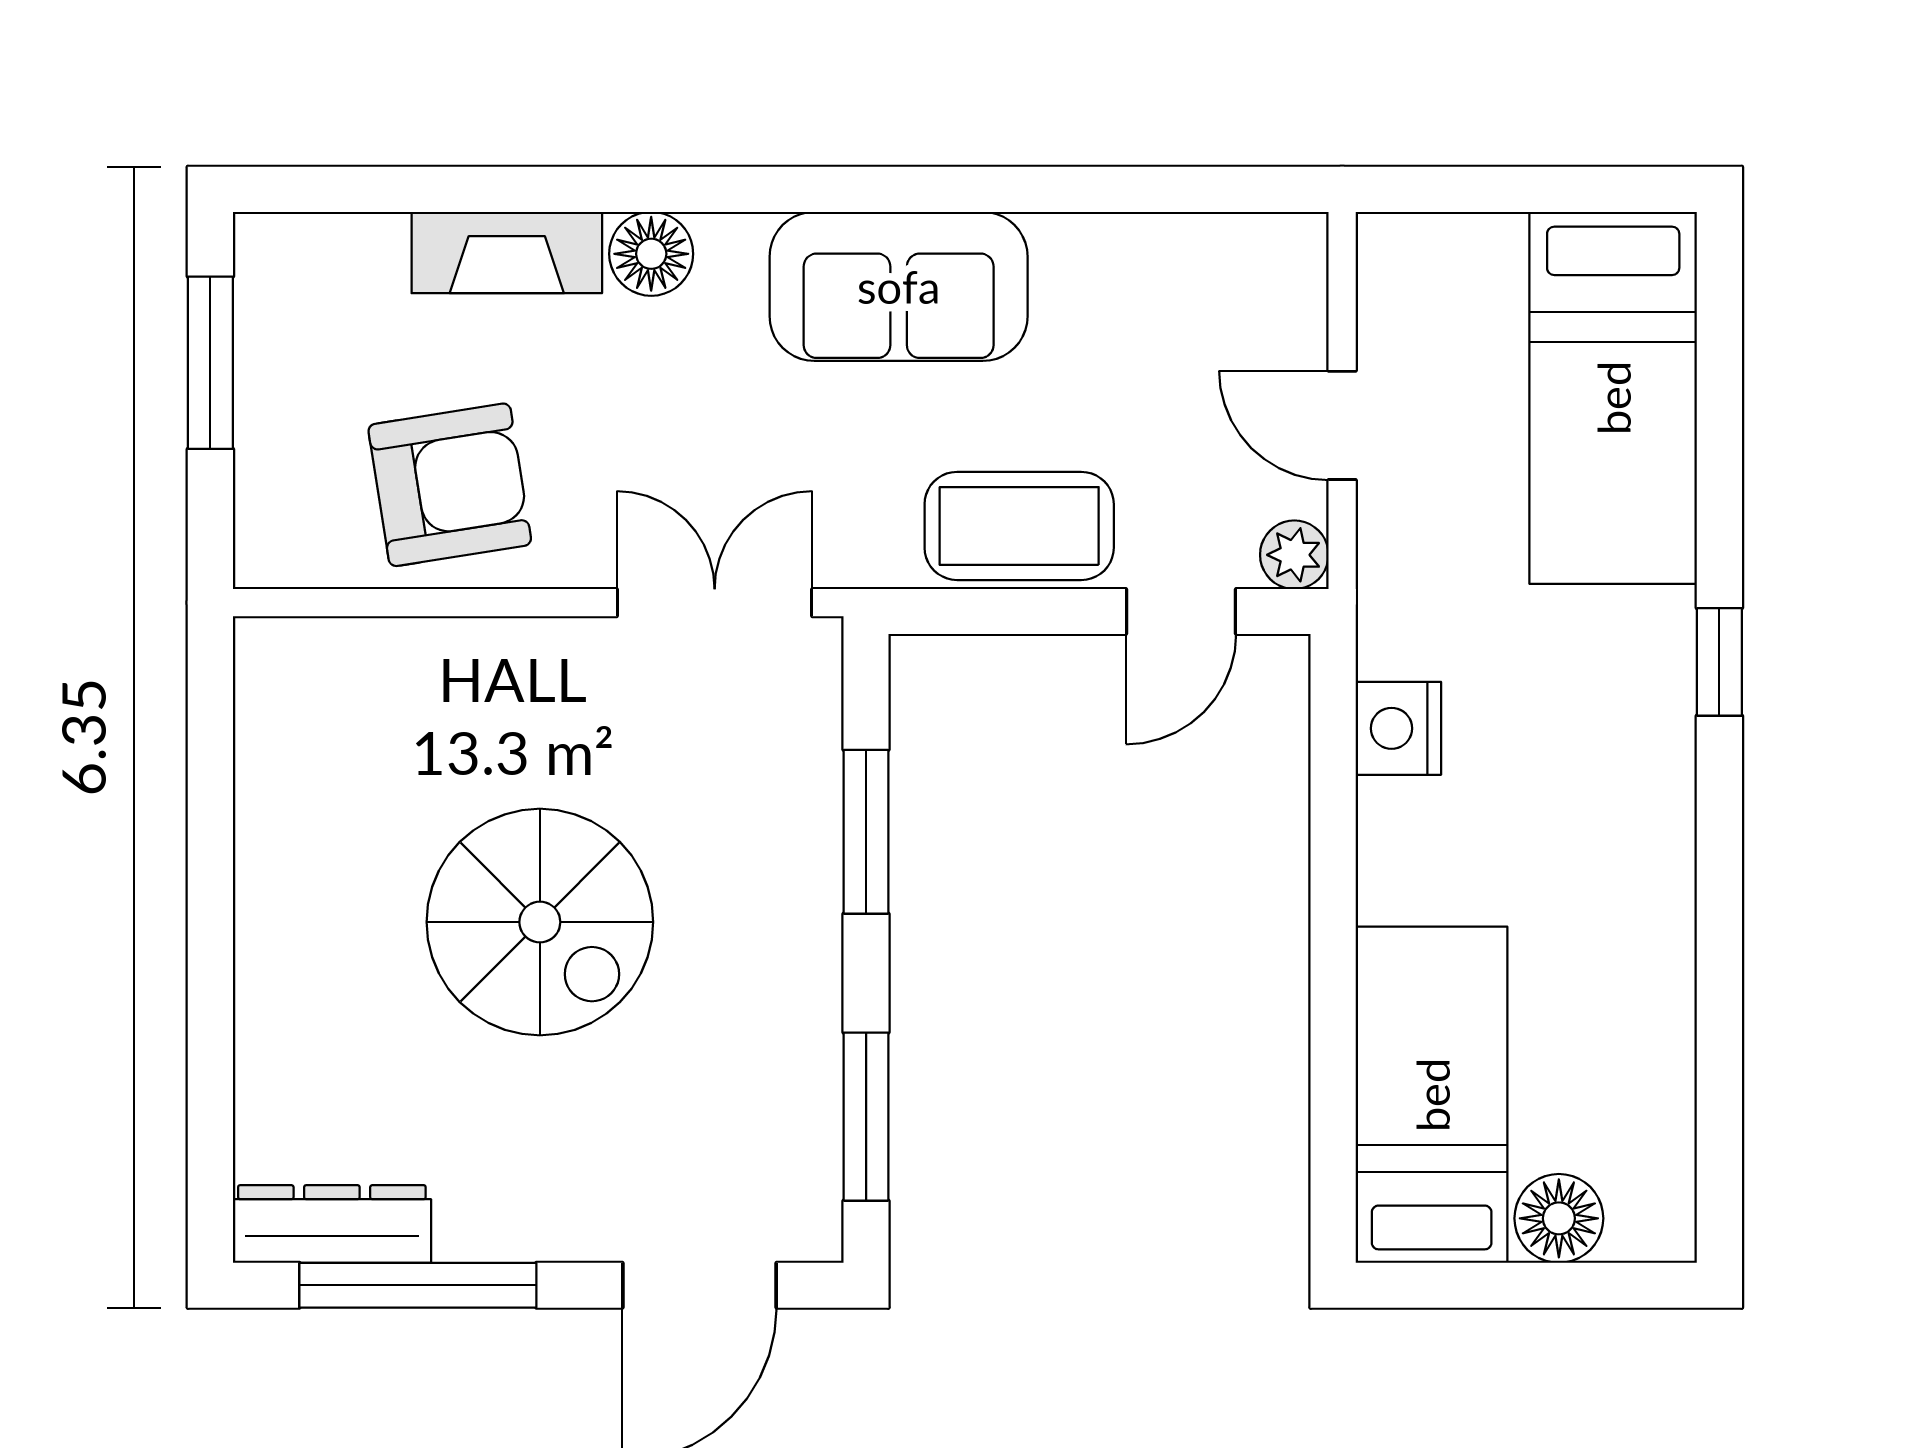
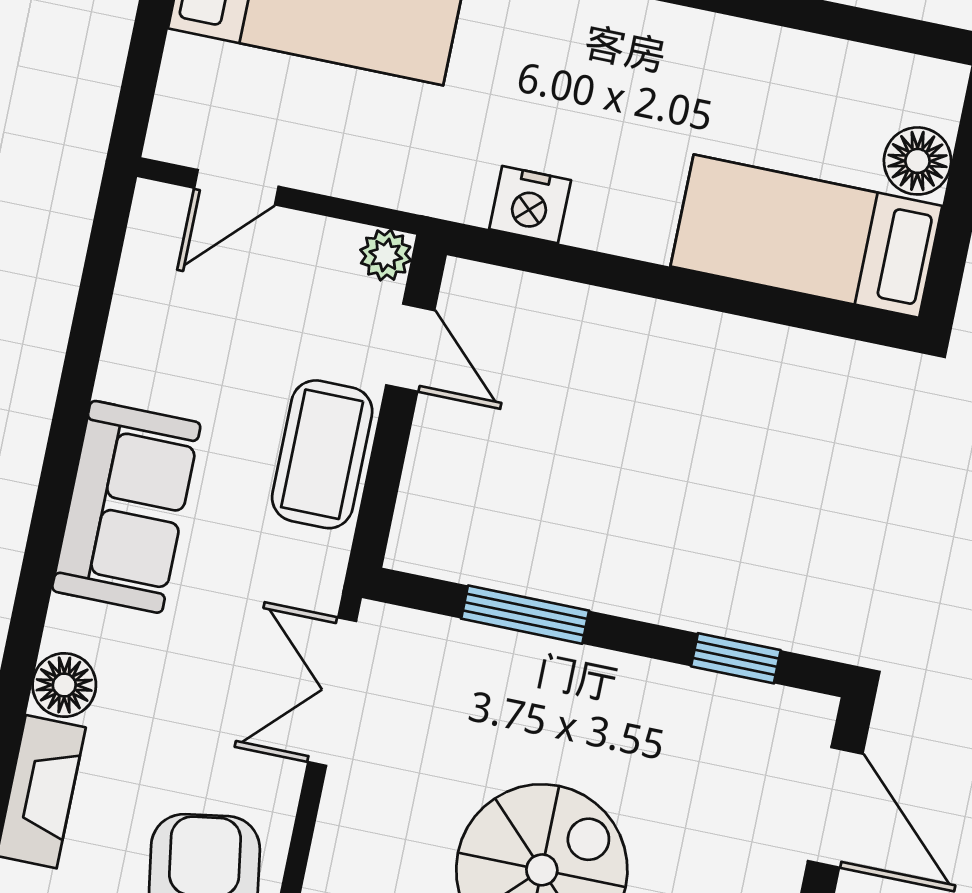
door: (1342, 425) -> (236, 187), moved
window: (866, 1117) -> (736, 658), width x0.67

